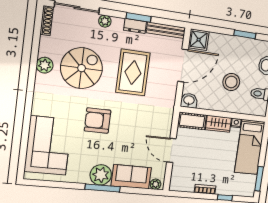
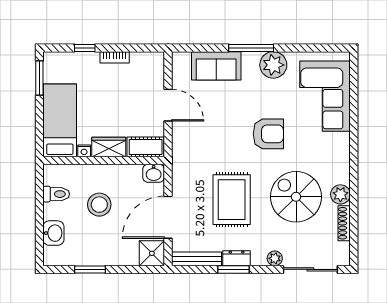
shoe rack: (47, 21) -> (344, 223), moved
spiral stairs: (82, 68) -> (296, 197), turned 90
plant: (101, 175) -> (273, 65), moved
plant: (156, 184) -> (183, 59), removed

